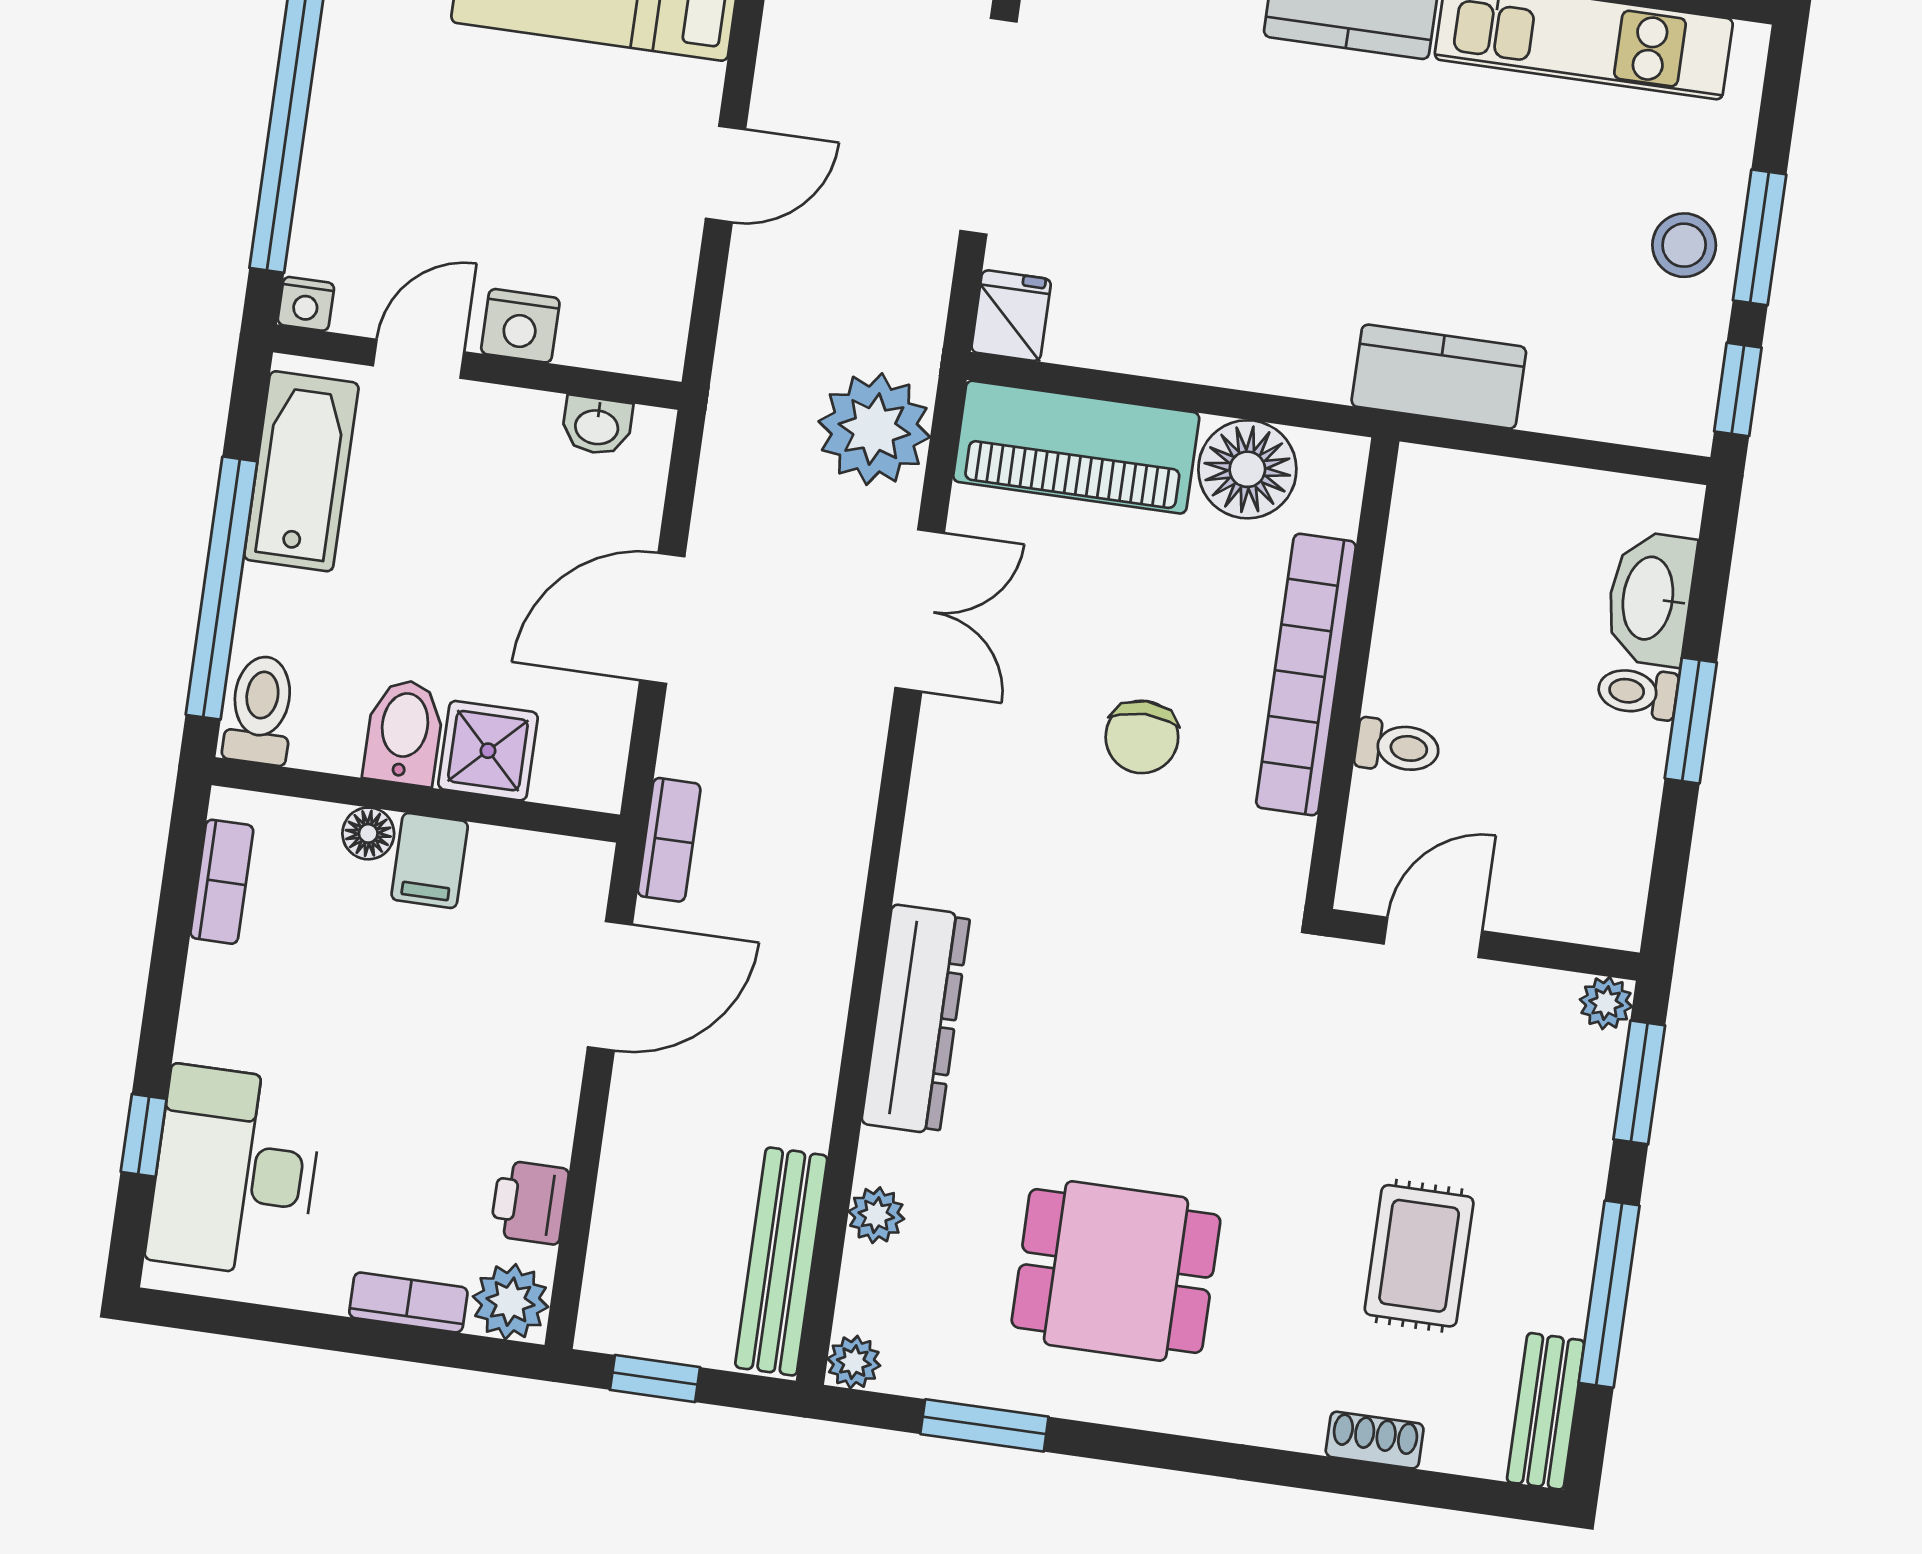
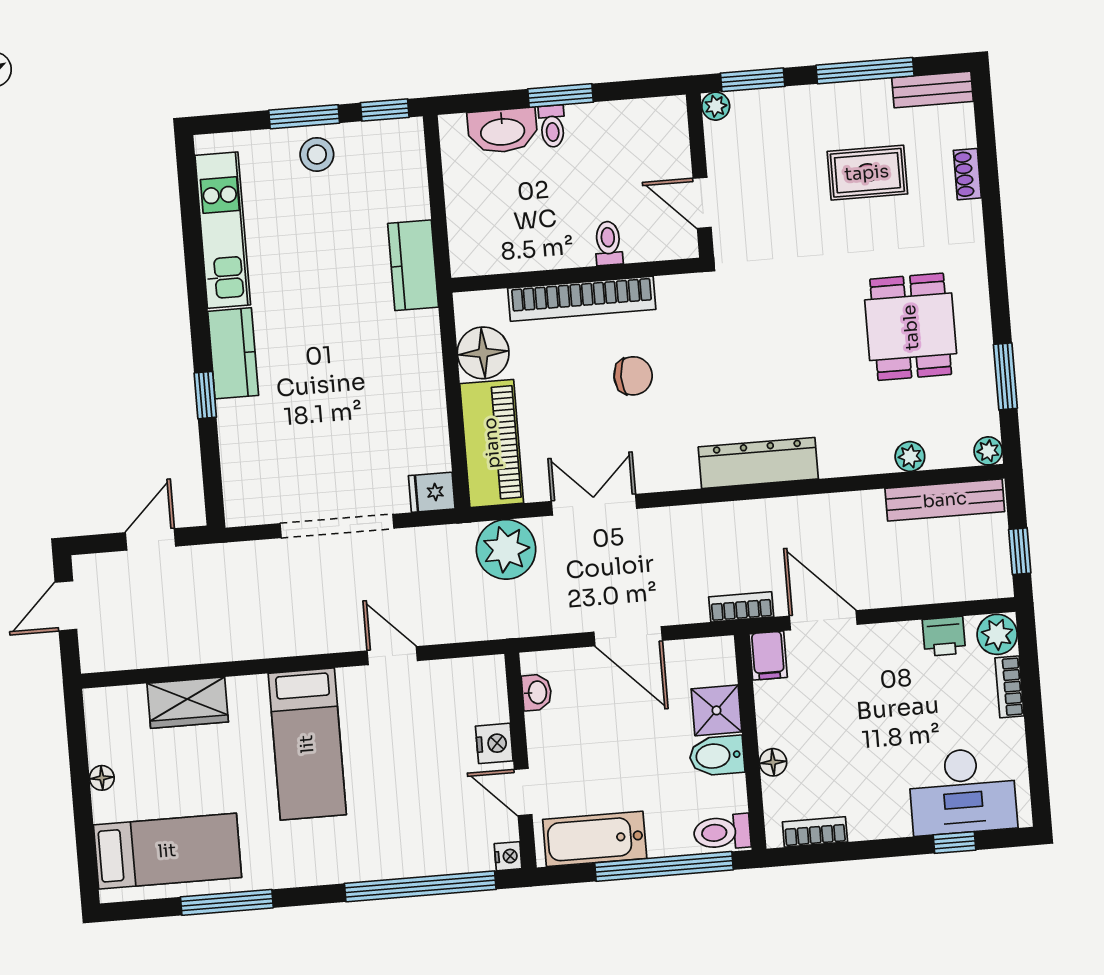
filing cabinet: (430, 861) -> (768, 656), moved, turned 90
dresser: (916, 1019) -> (758, 463), moved

